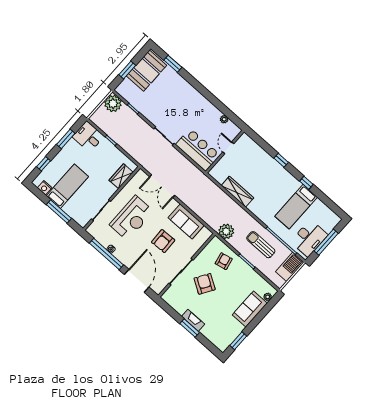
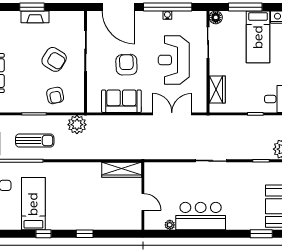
bar counter: (198, 150) -> (201, 216), moved, turned 180
wardrobe: (237, 192) -> (122, 170), moved
floor lamp: (83, 221) -> (216, 17), added

